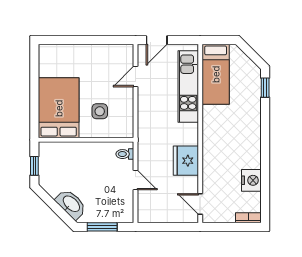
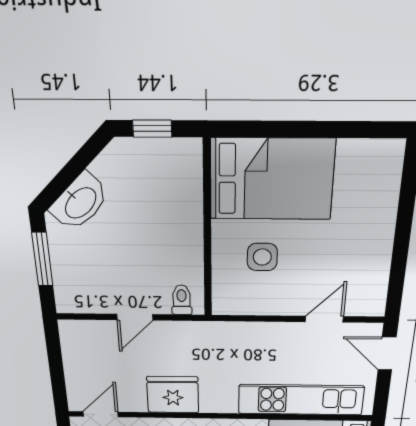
door: (136, 77) -> (324, 319), hinge flipped

